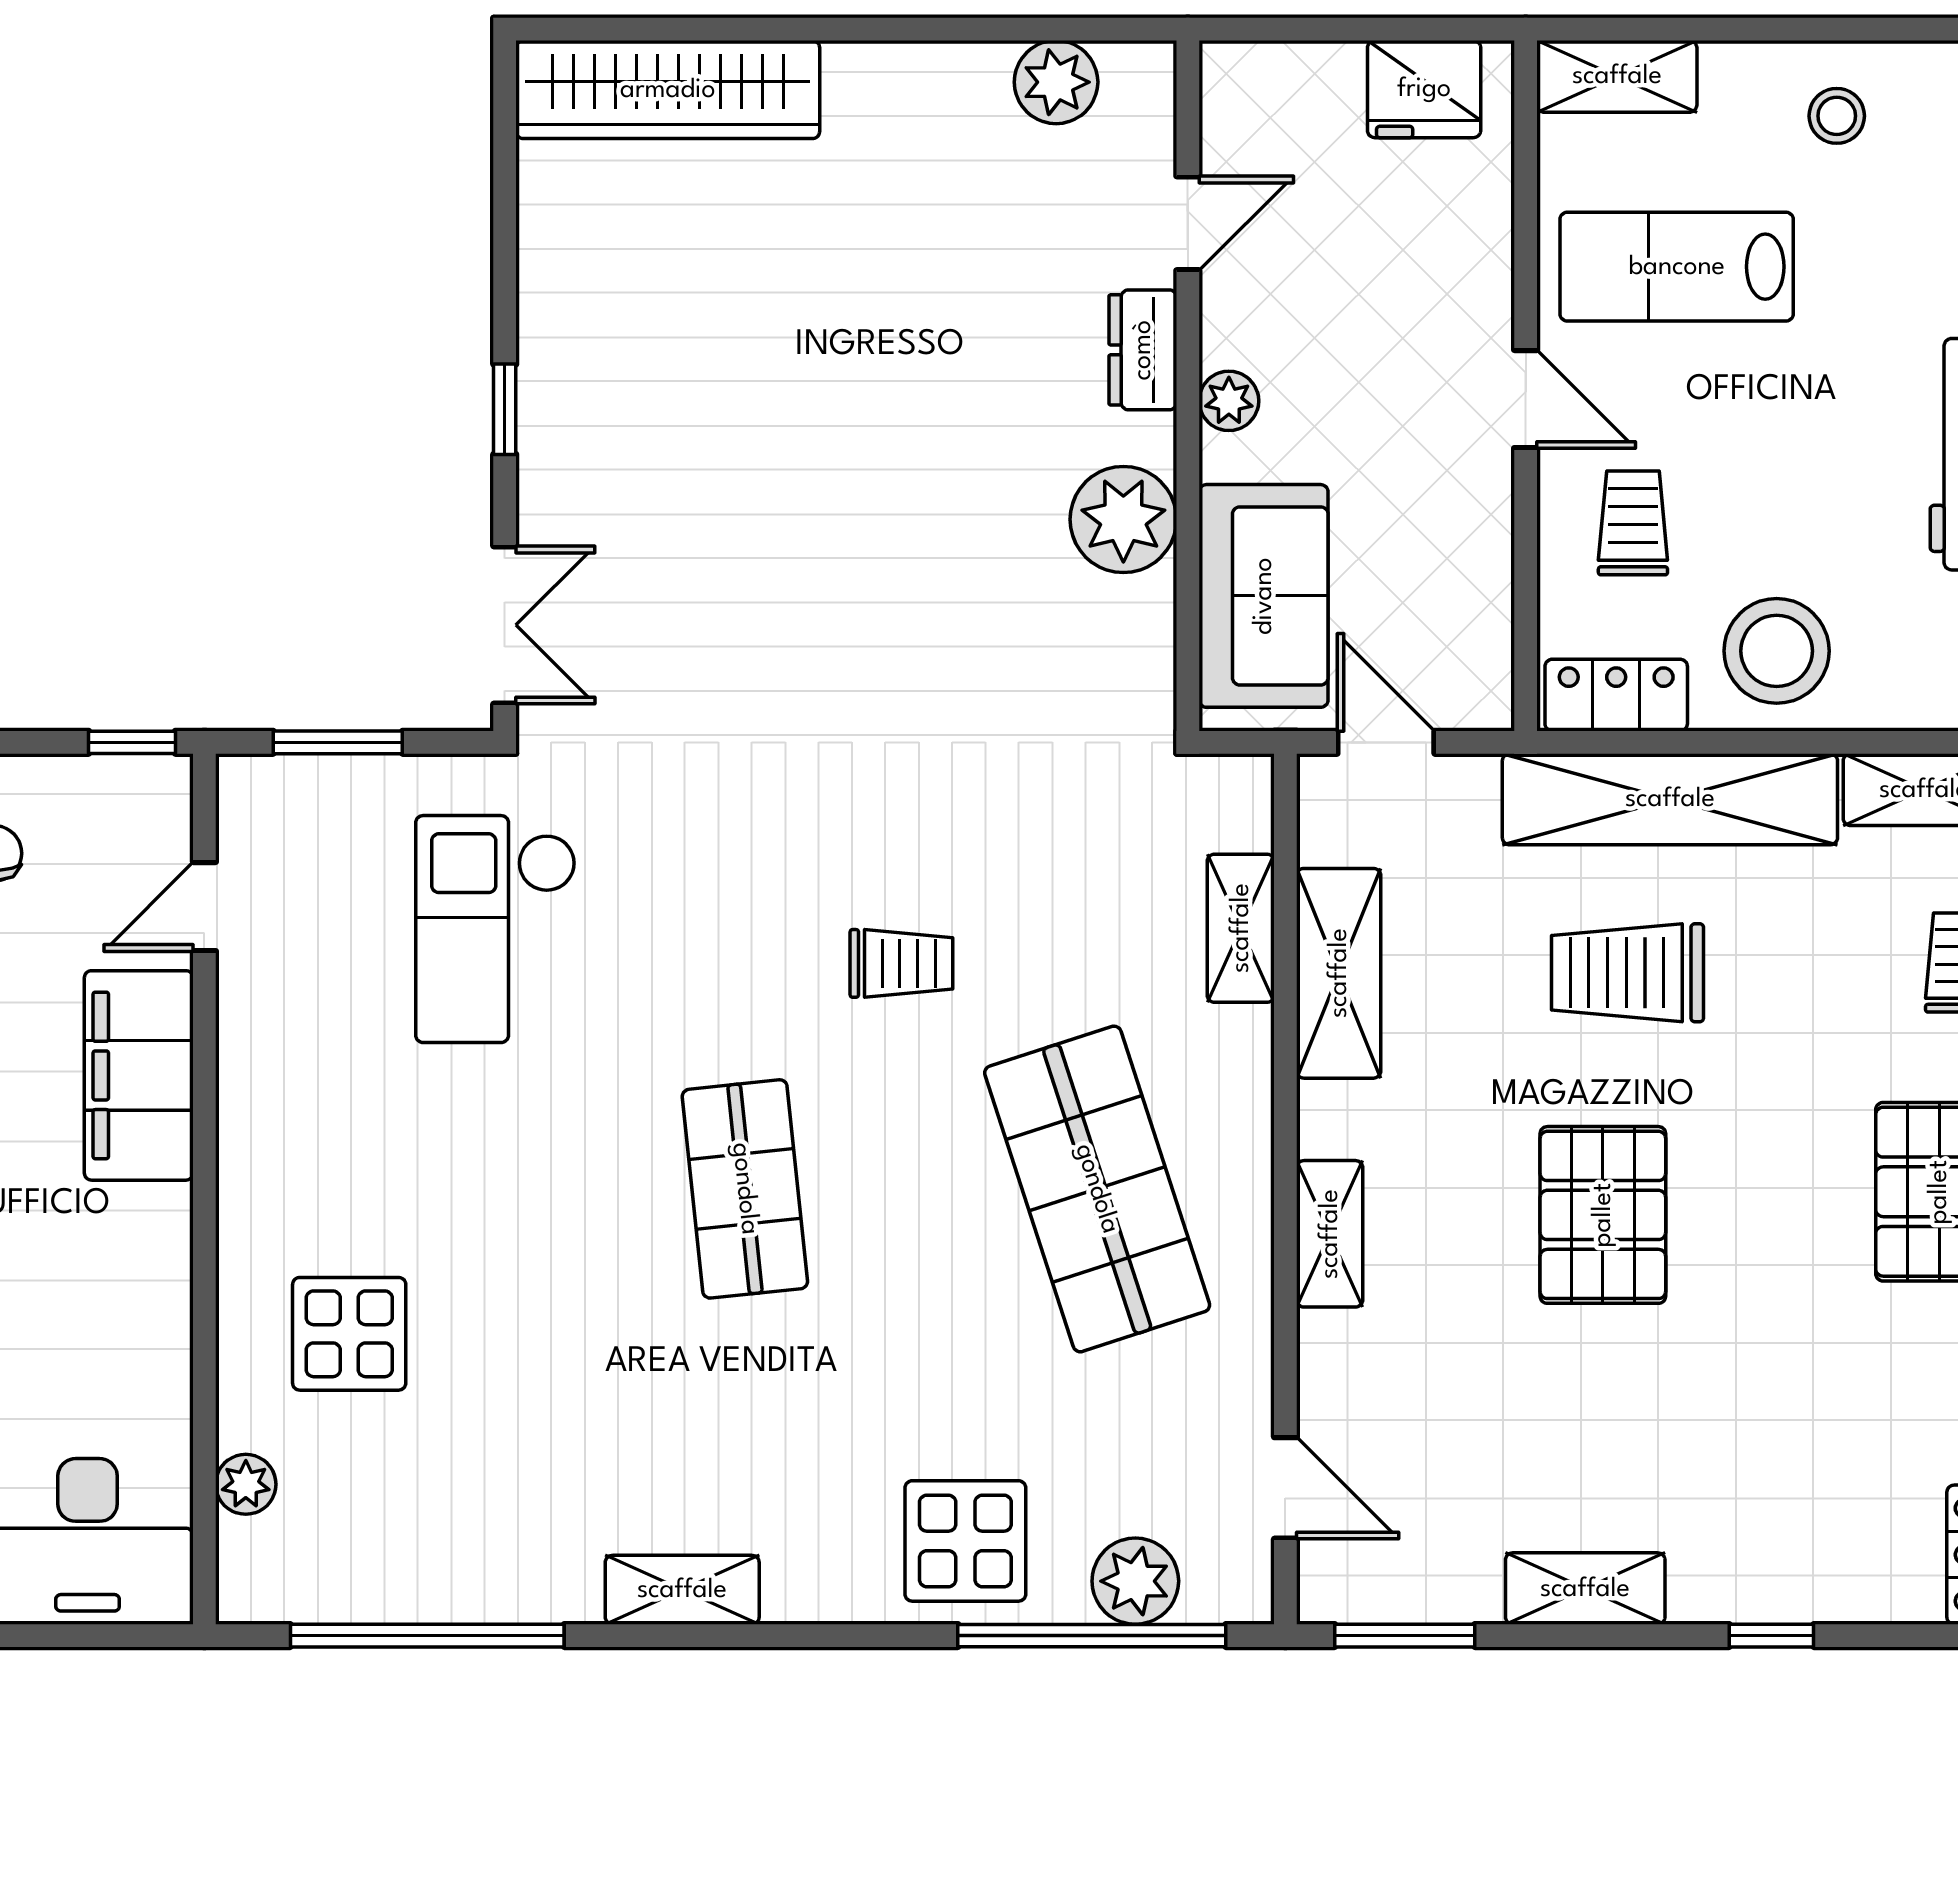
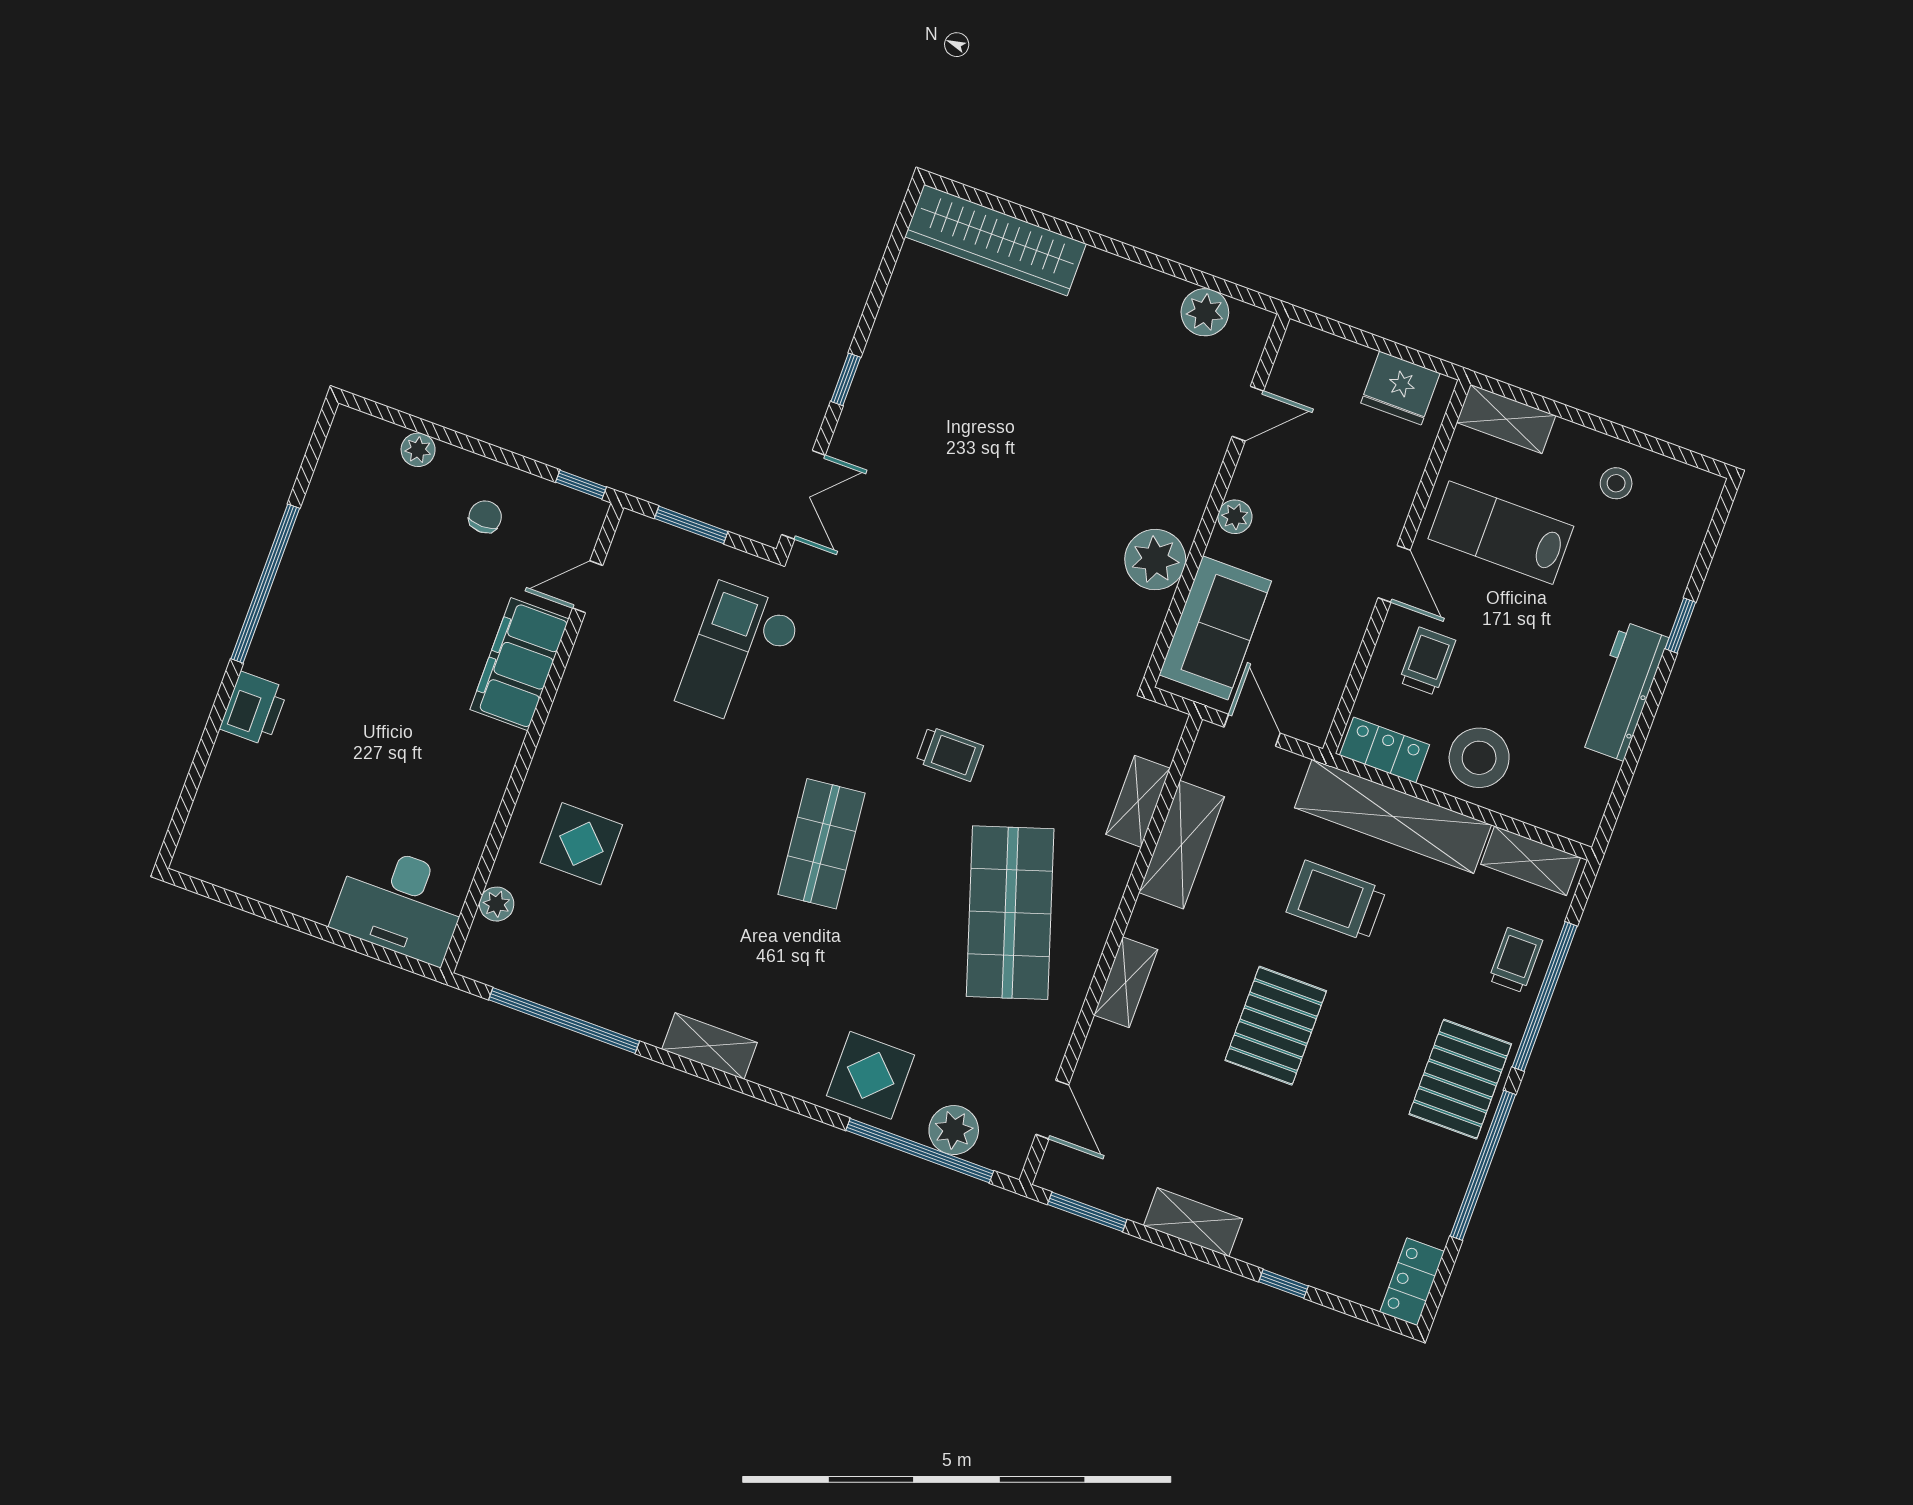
dresser: (1143, 350) -> (1199, 473), removed

